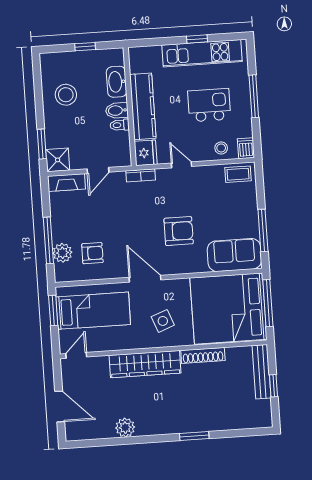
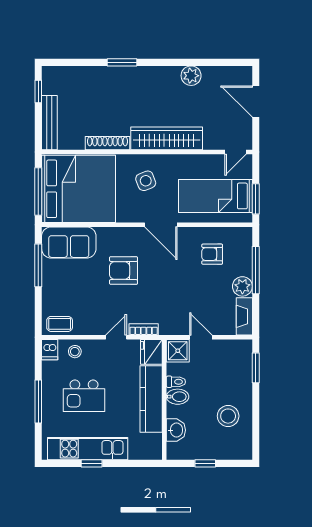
washbasin: (117, 82) -> (176, 430), width x0.72
shower: (58, 160) -> (178, 351), moved
door: (181, 165) -> (116, 337), swing flipped
door: (98, 170) -> (201, 337), hinge flipped
bookcase: (141, 175) -> (144, 329), moved
fireplace: (66, 183) -> (244, 316), moved, turned -90
plant: (62, 253) -> (242, 286), moved
window: (274, 386) -> (38, 92), moved

